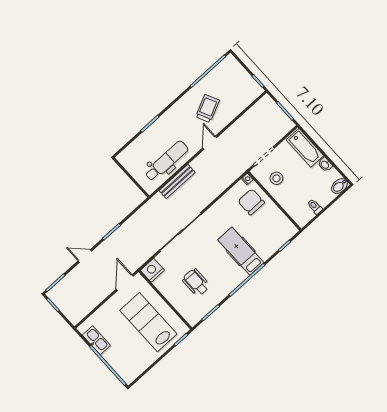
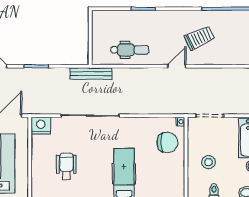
dental chair: (166, 161) -> (130, 50), width x0.73, depth x0.72
stool: (276, 178) -> (209, 162), moved
bench: (177, 181) -> (91, 74), moved
chair: (251, 202) -> (167, 142), turned 90

